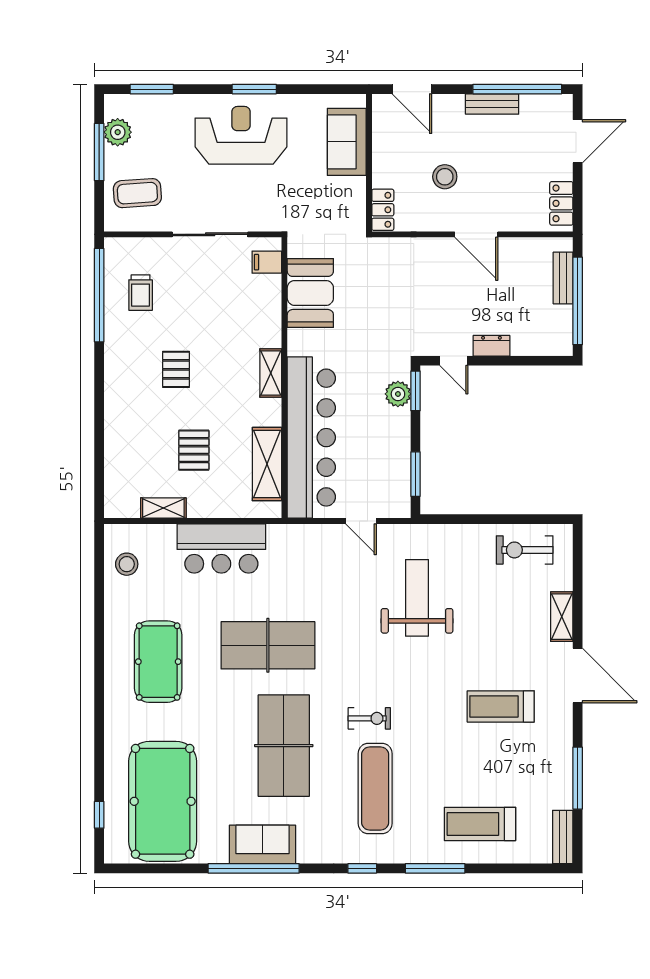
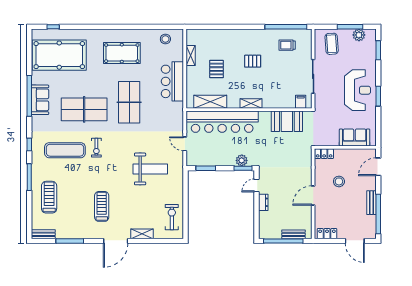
pallet: (194, 450) -> (216, 69), turned 90
door: (361, 521) -> (185, 144), hinge flipped

